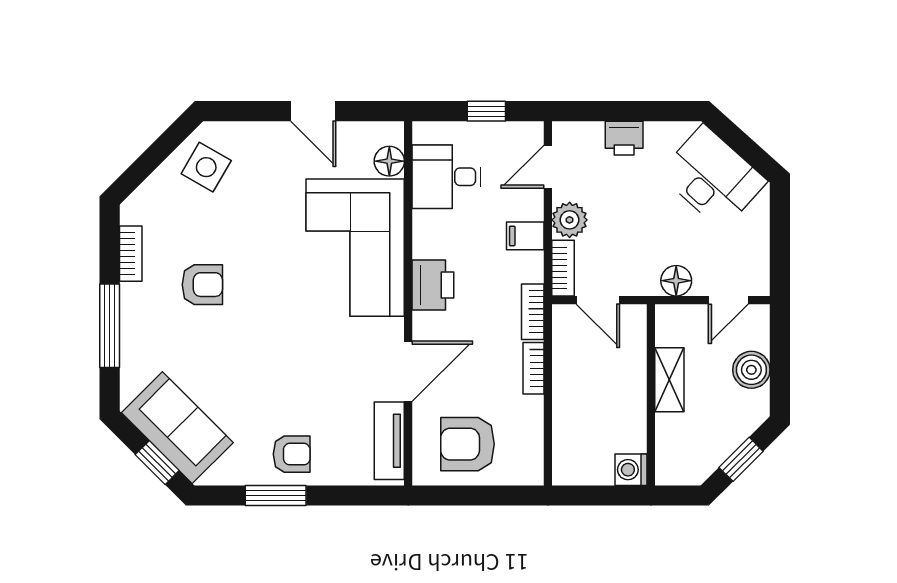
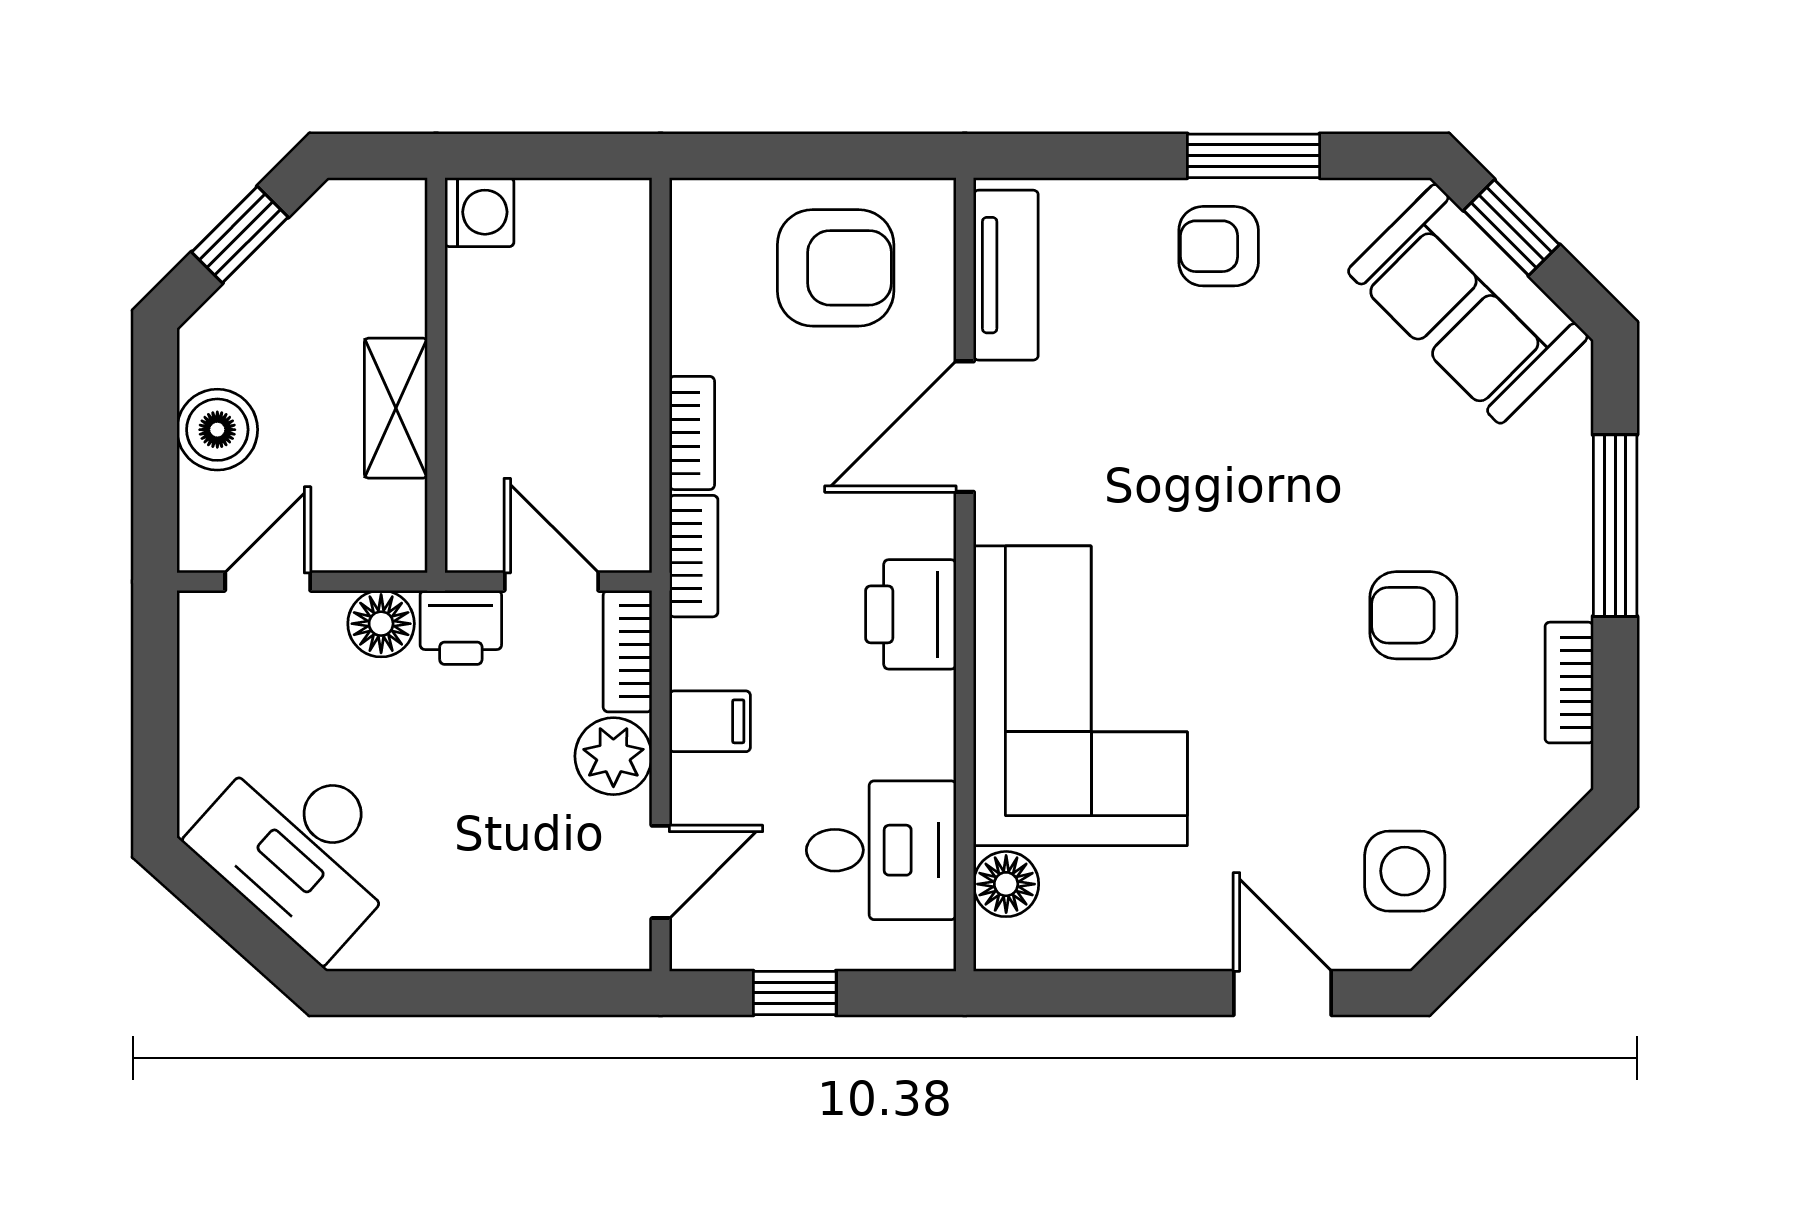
door: (313, 111) -> (1283, 993), moved
printer: (624, 138) -> (461, 627), moved, turned 180
side table: (206, 167) -> (1405, 871), turned -30

